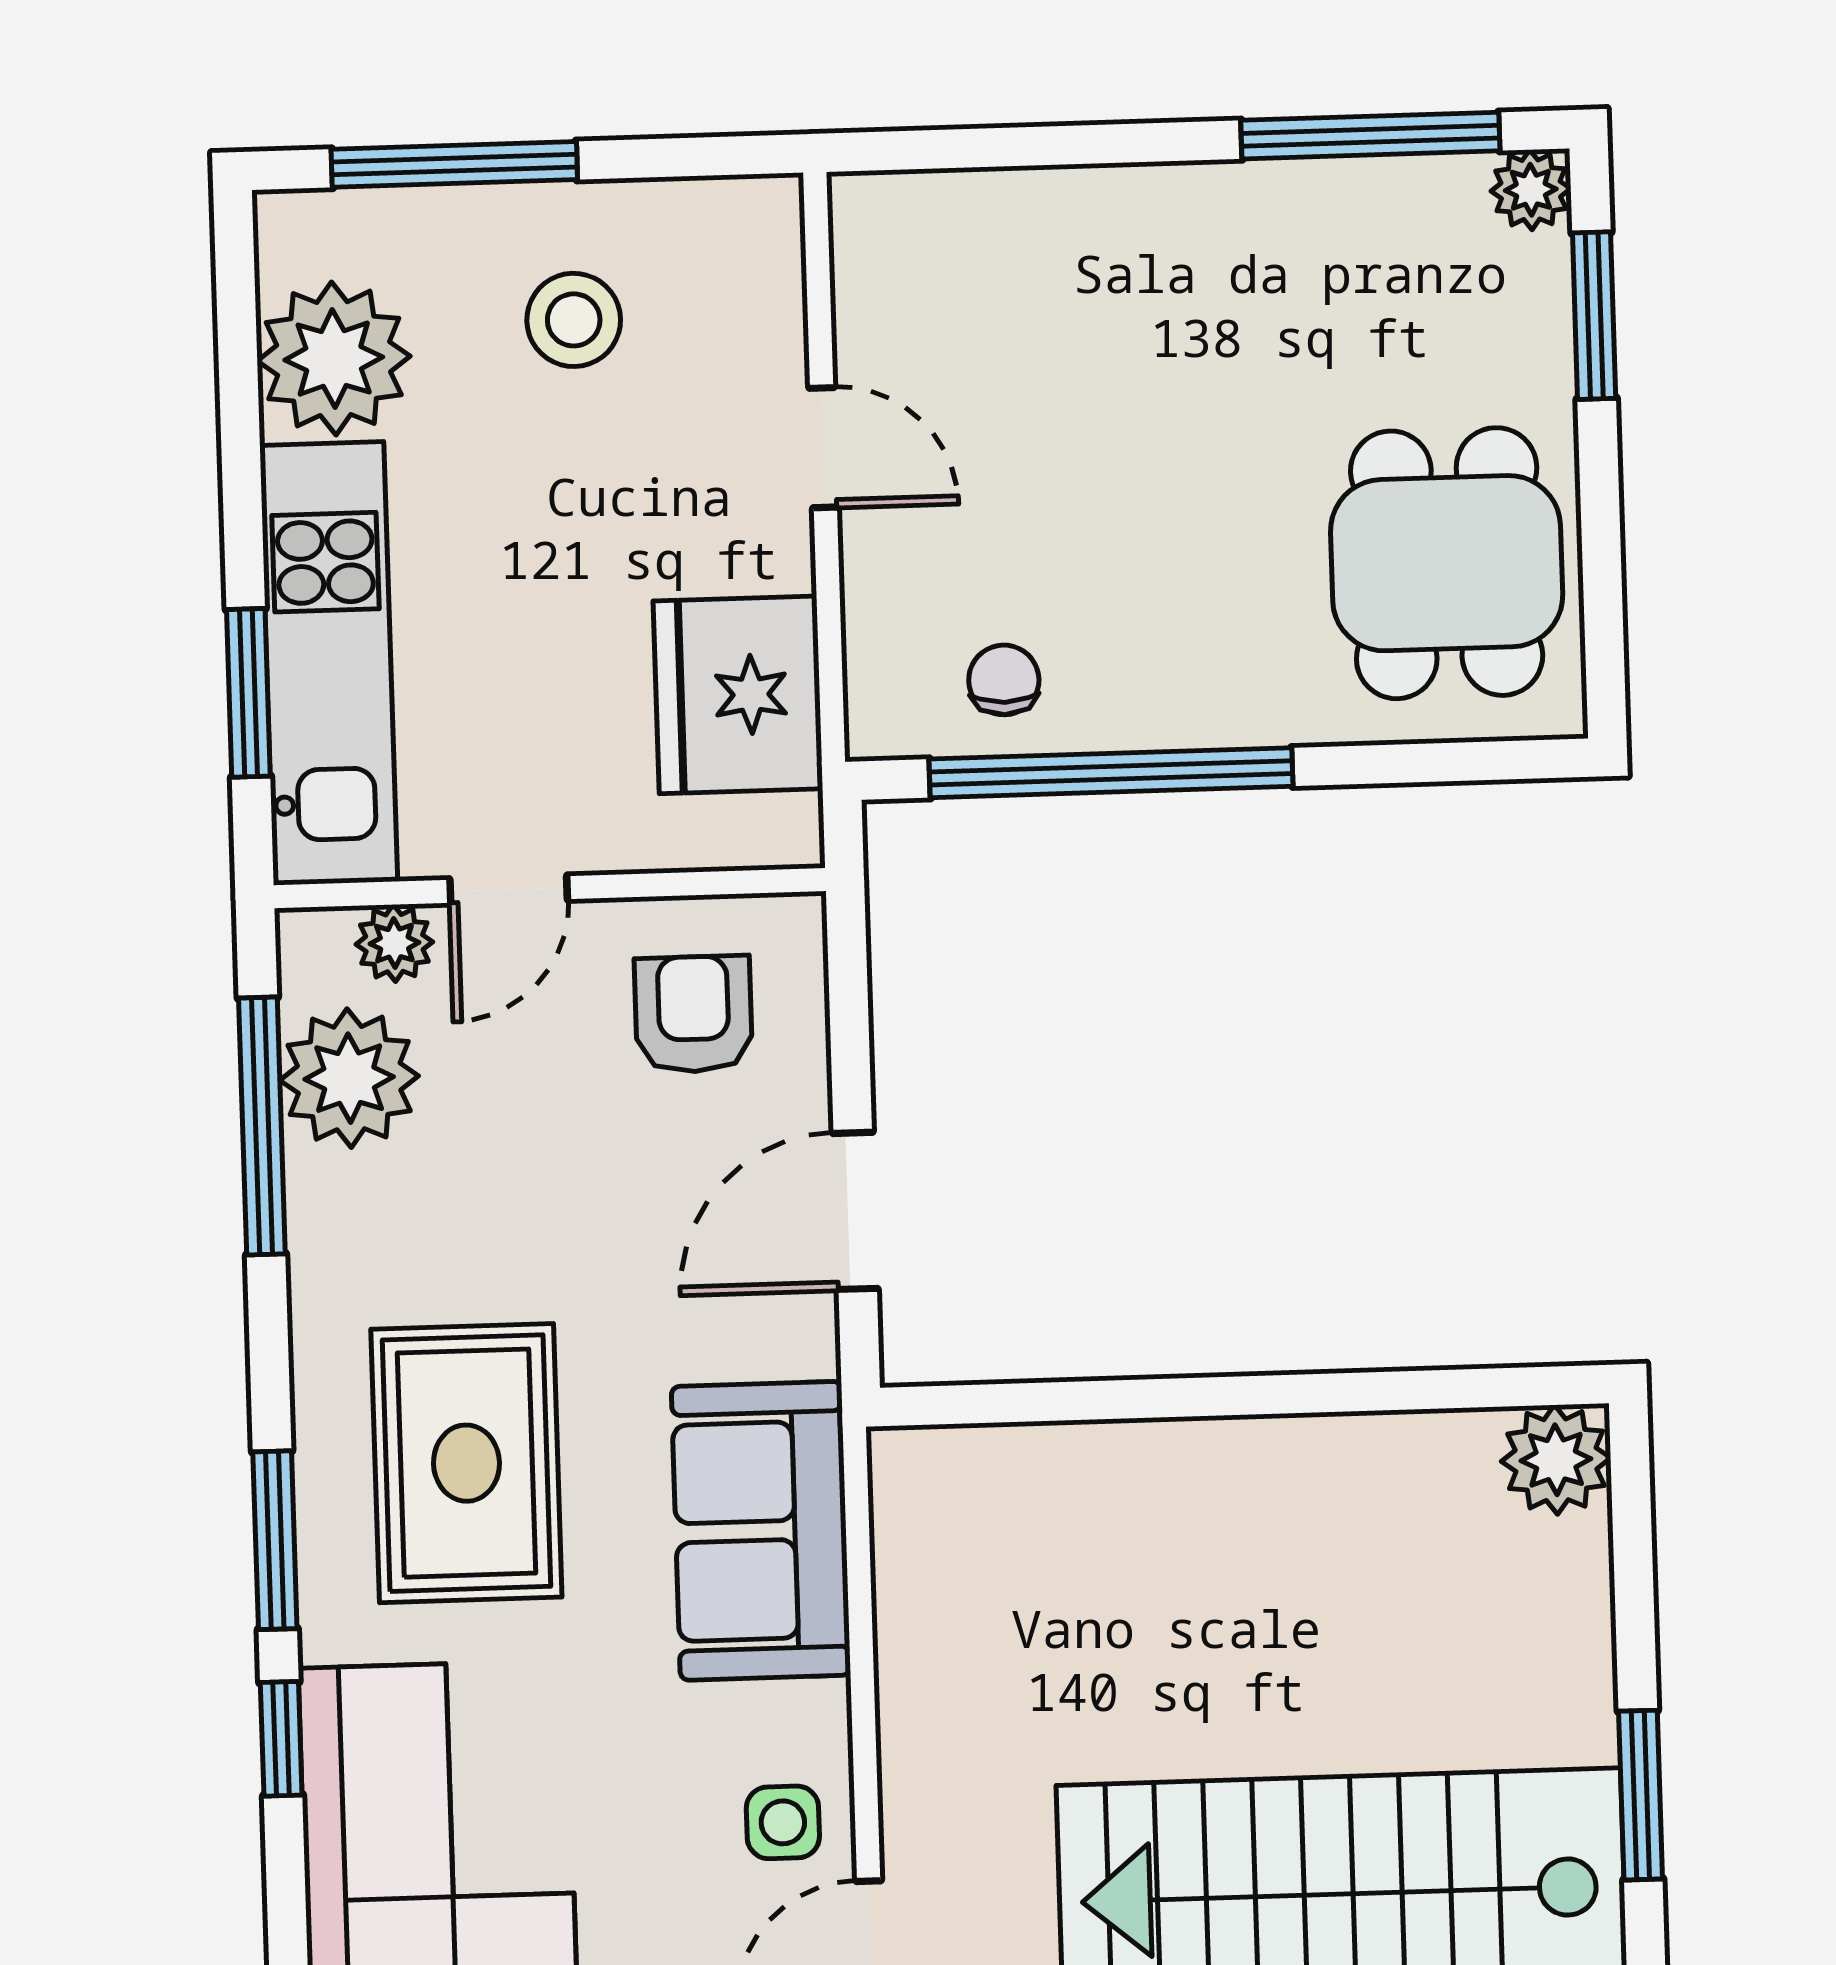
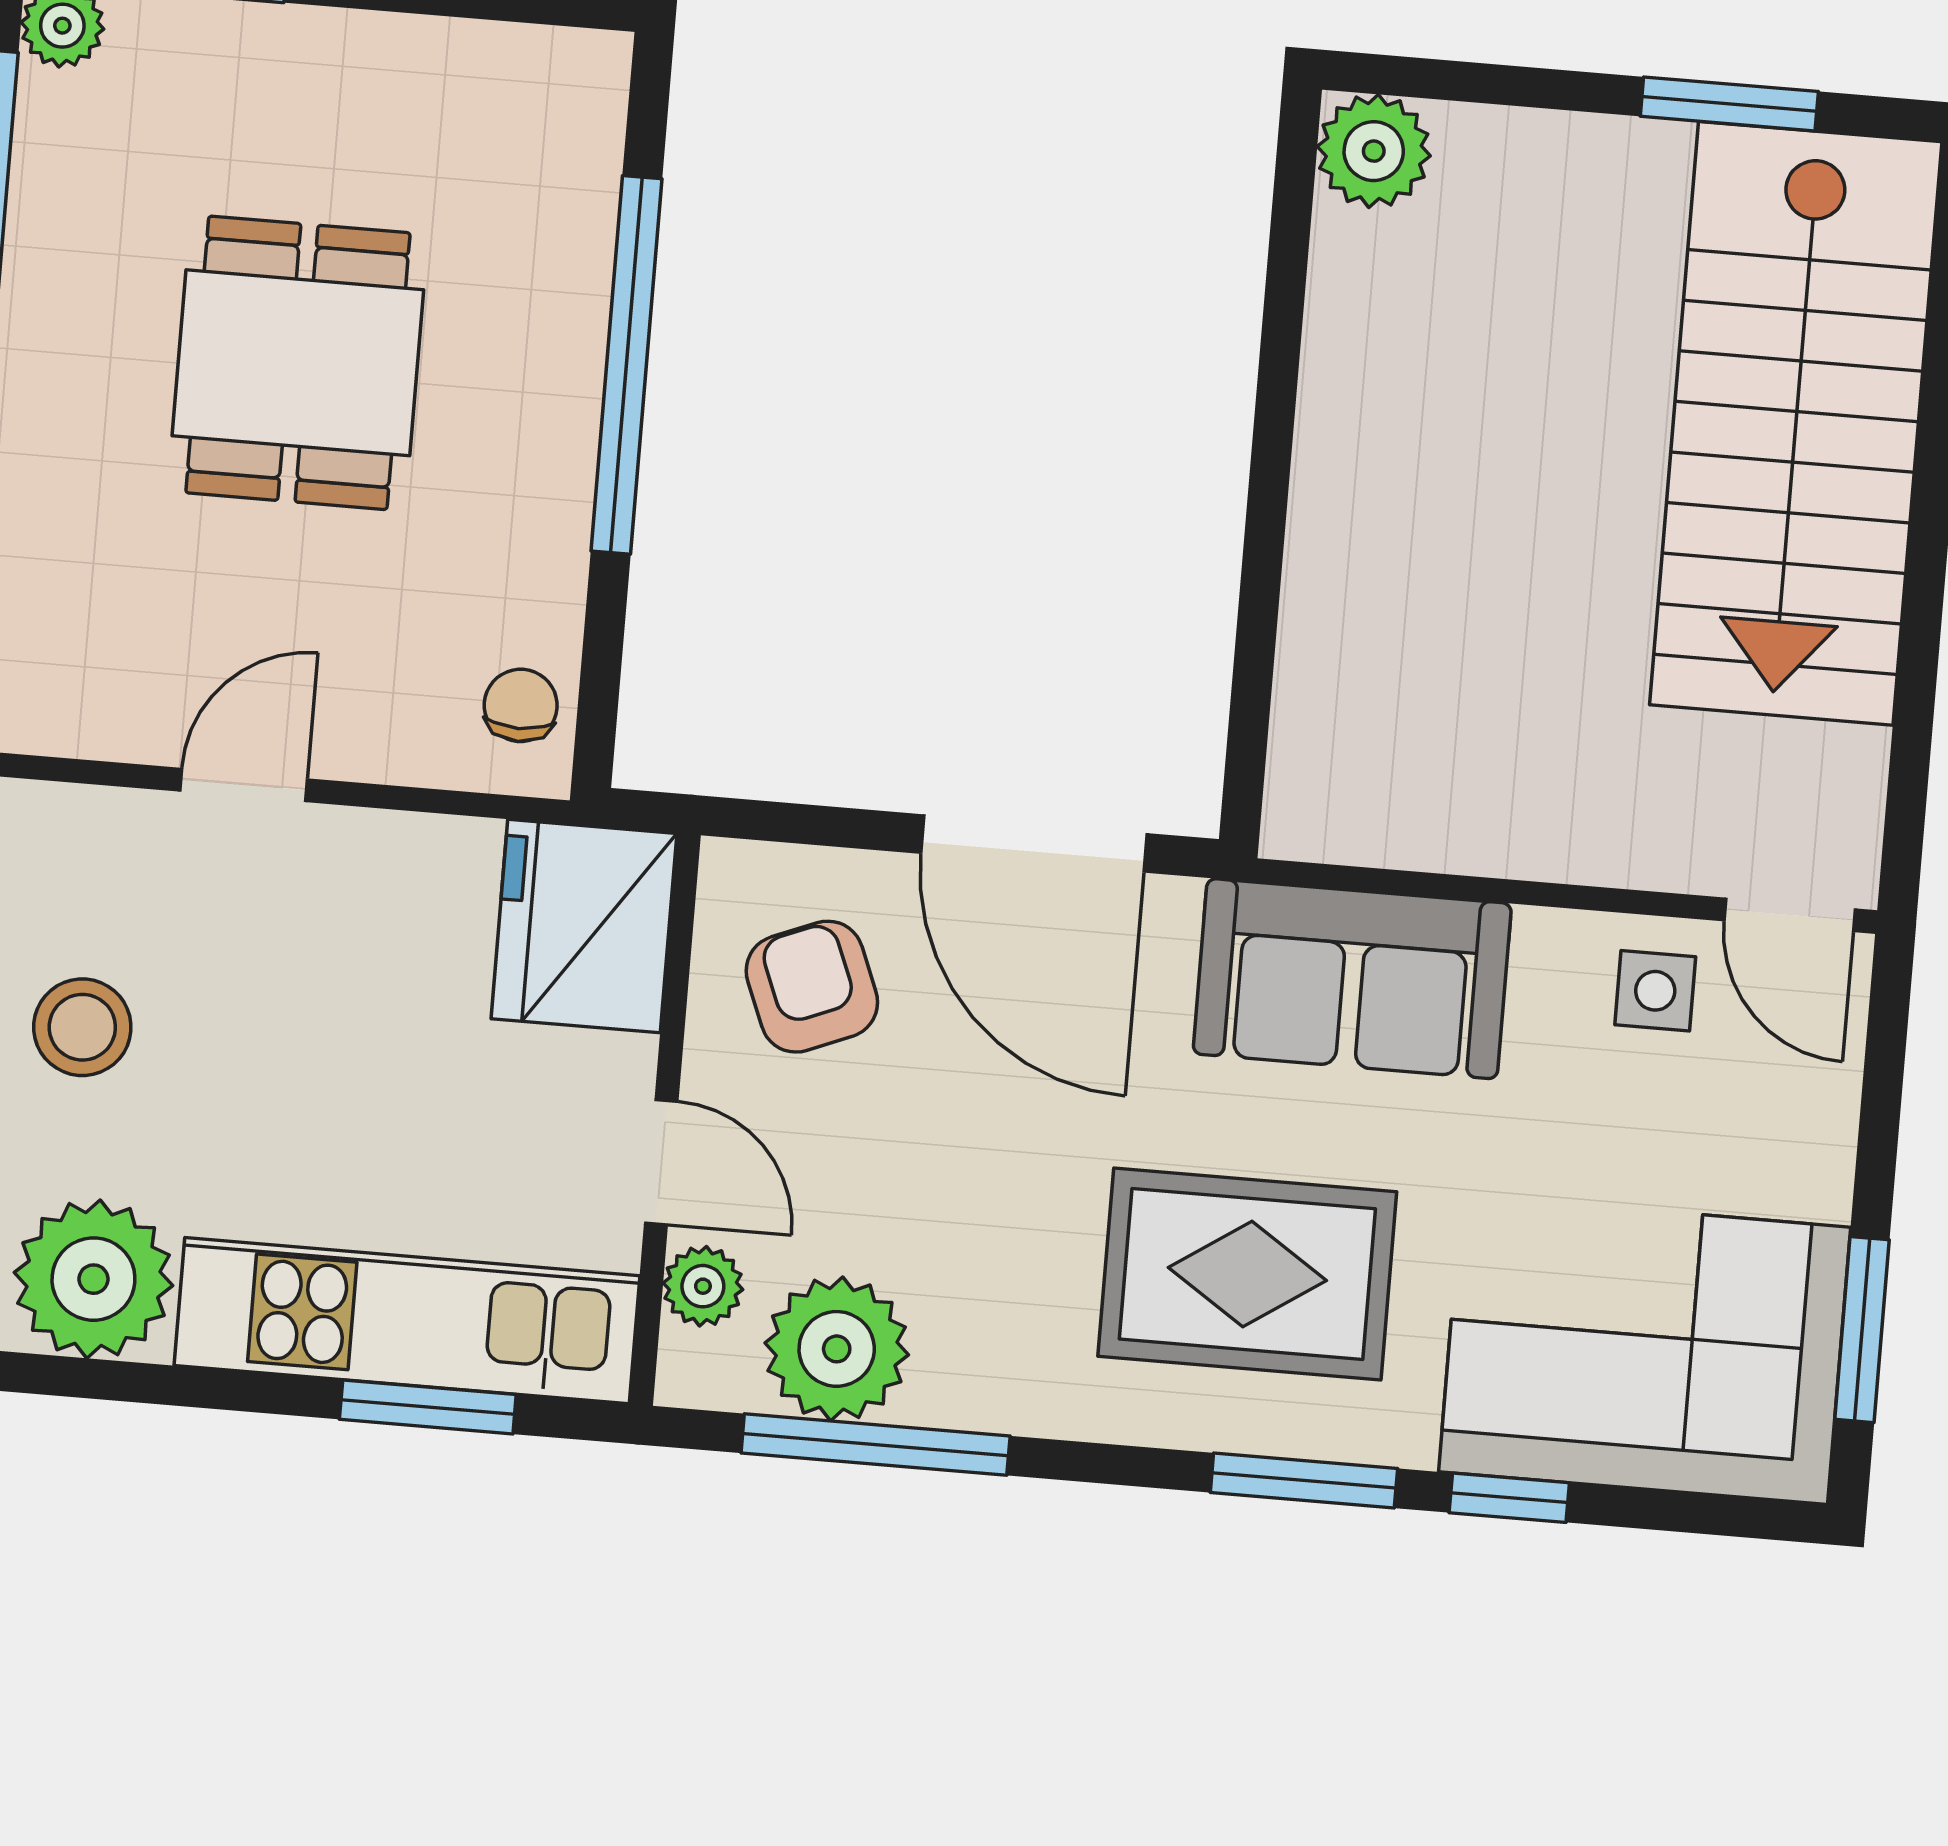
dining table: (1447, 563) -> (298, 363), moved, turned 90
chair: (1004, 680) -> (521, 705), moved, turned 90
fridge: (738, 695) -> (584, 926), moved, turned 90
window: (1111, 773) -> (627, 365), moved
armchair: (693, 1014) -> (812, 987), turned 68
door: (855, 1211) -> (1034, 843), width x1.36

